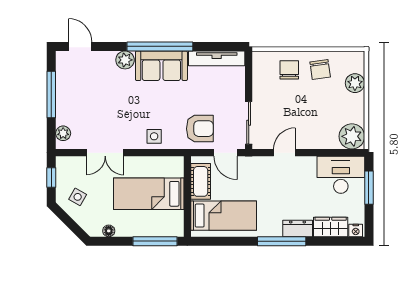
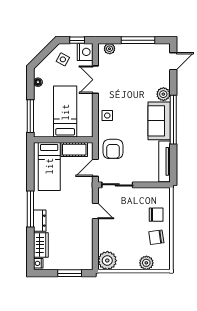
nightstand: (67, 167) -> (85, 52), added
desk: (341, 175) -> (79, 252), removed

